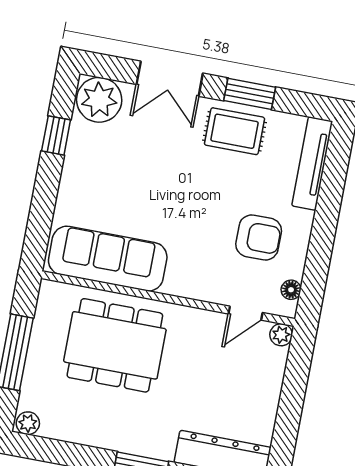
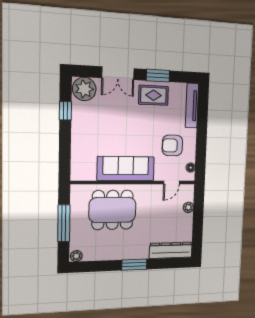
armchair: (259, 237) -> (172, 145), turned 180
sofa: (108, 259) -> (126, 169), moved
plant: (281, 335) -> (188, 207), moved

